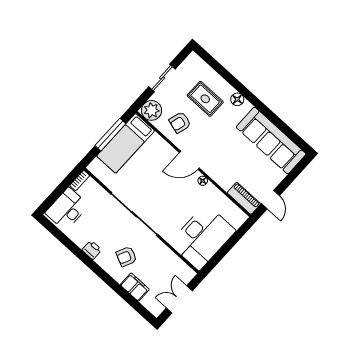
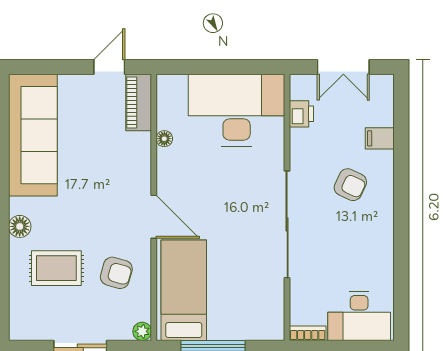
rug: (205, 99) -> (56, 268), turned 90
plant: (152, 110) -> (142, 331), width x0.53, depth x0.53
bed: (126, 143) -> (184, 290), moved, turned -90
floor lamp: (203, 181) -> (164, 139), moved
printer: (92, 250) -> (301, 114), moved, turned 180
filing cabinet: (135, 287) -> (380, 138), width x0.50

